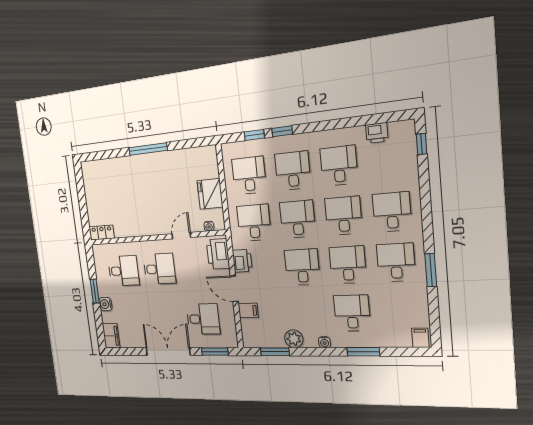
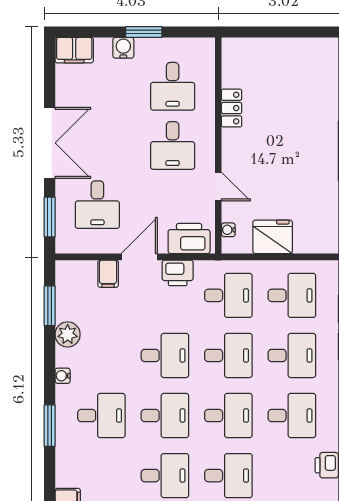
locker: (102, 232) -> (232, 108), moved

